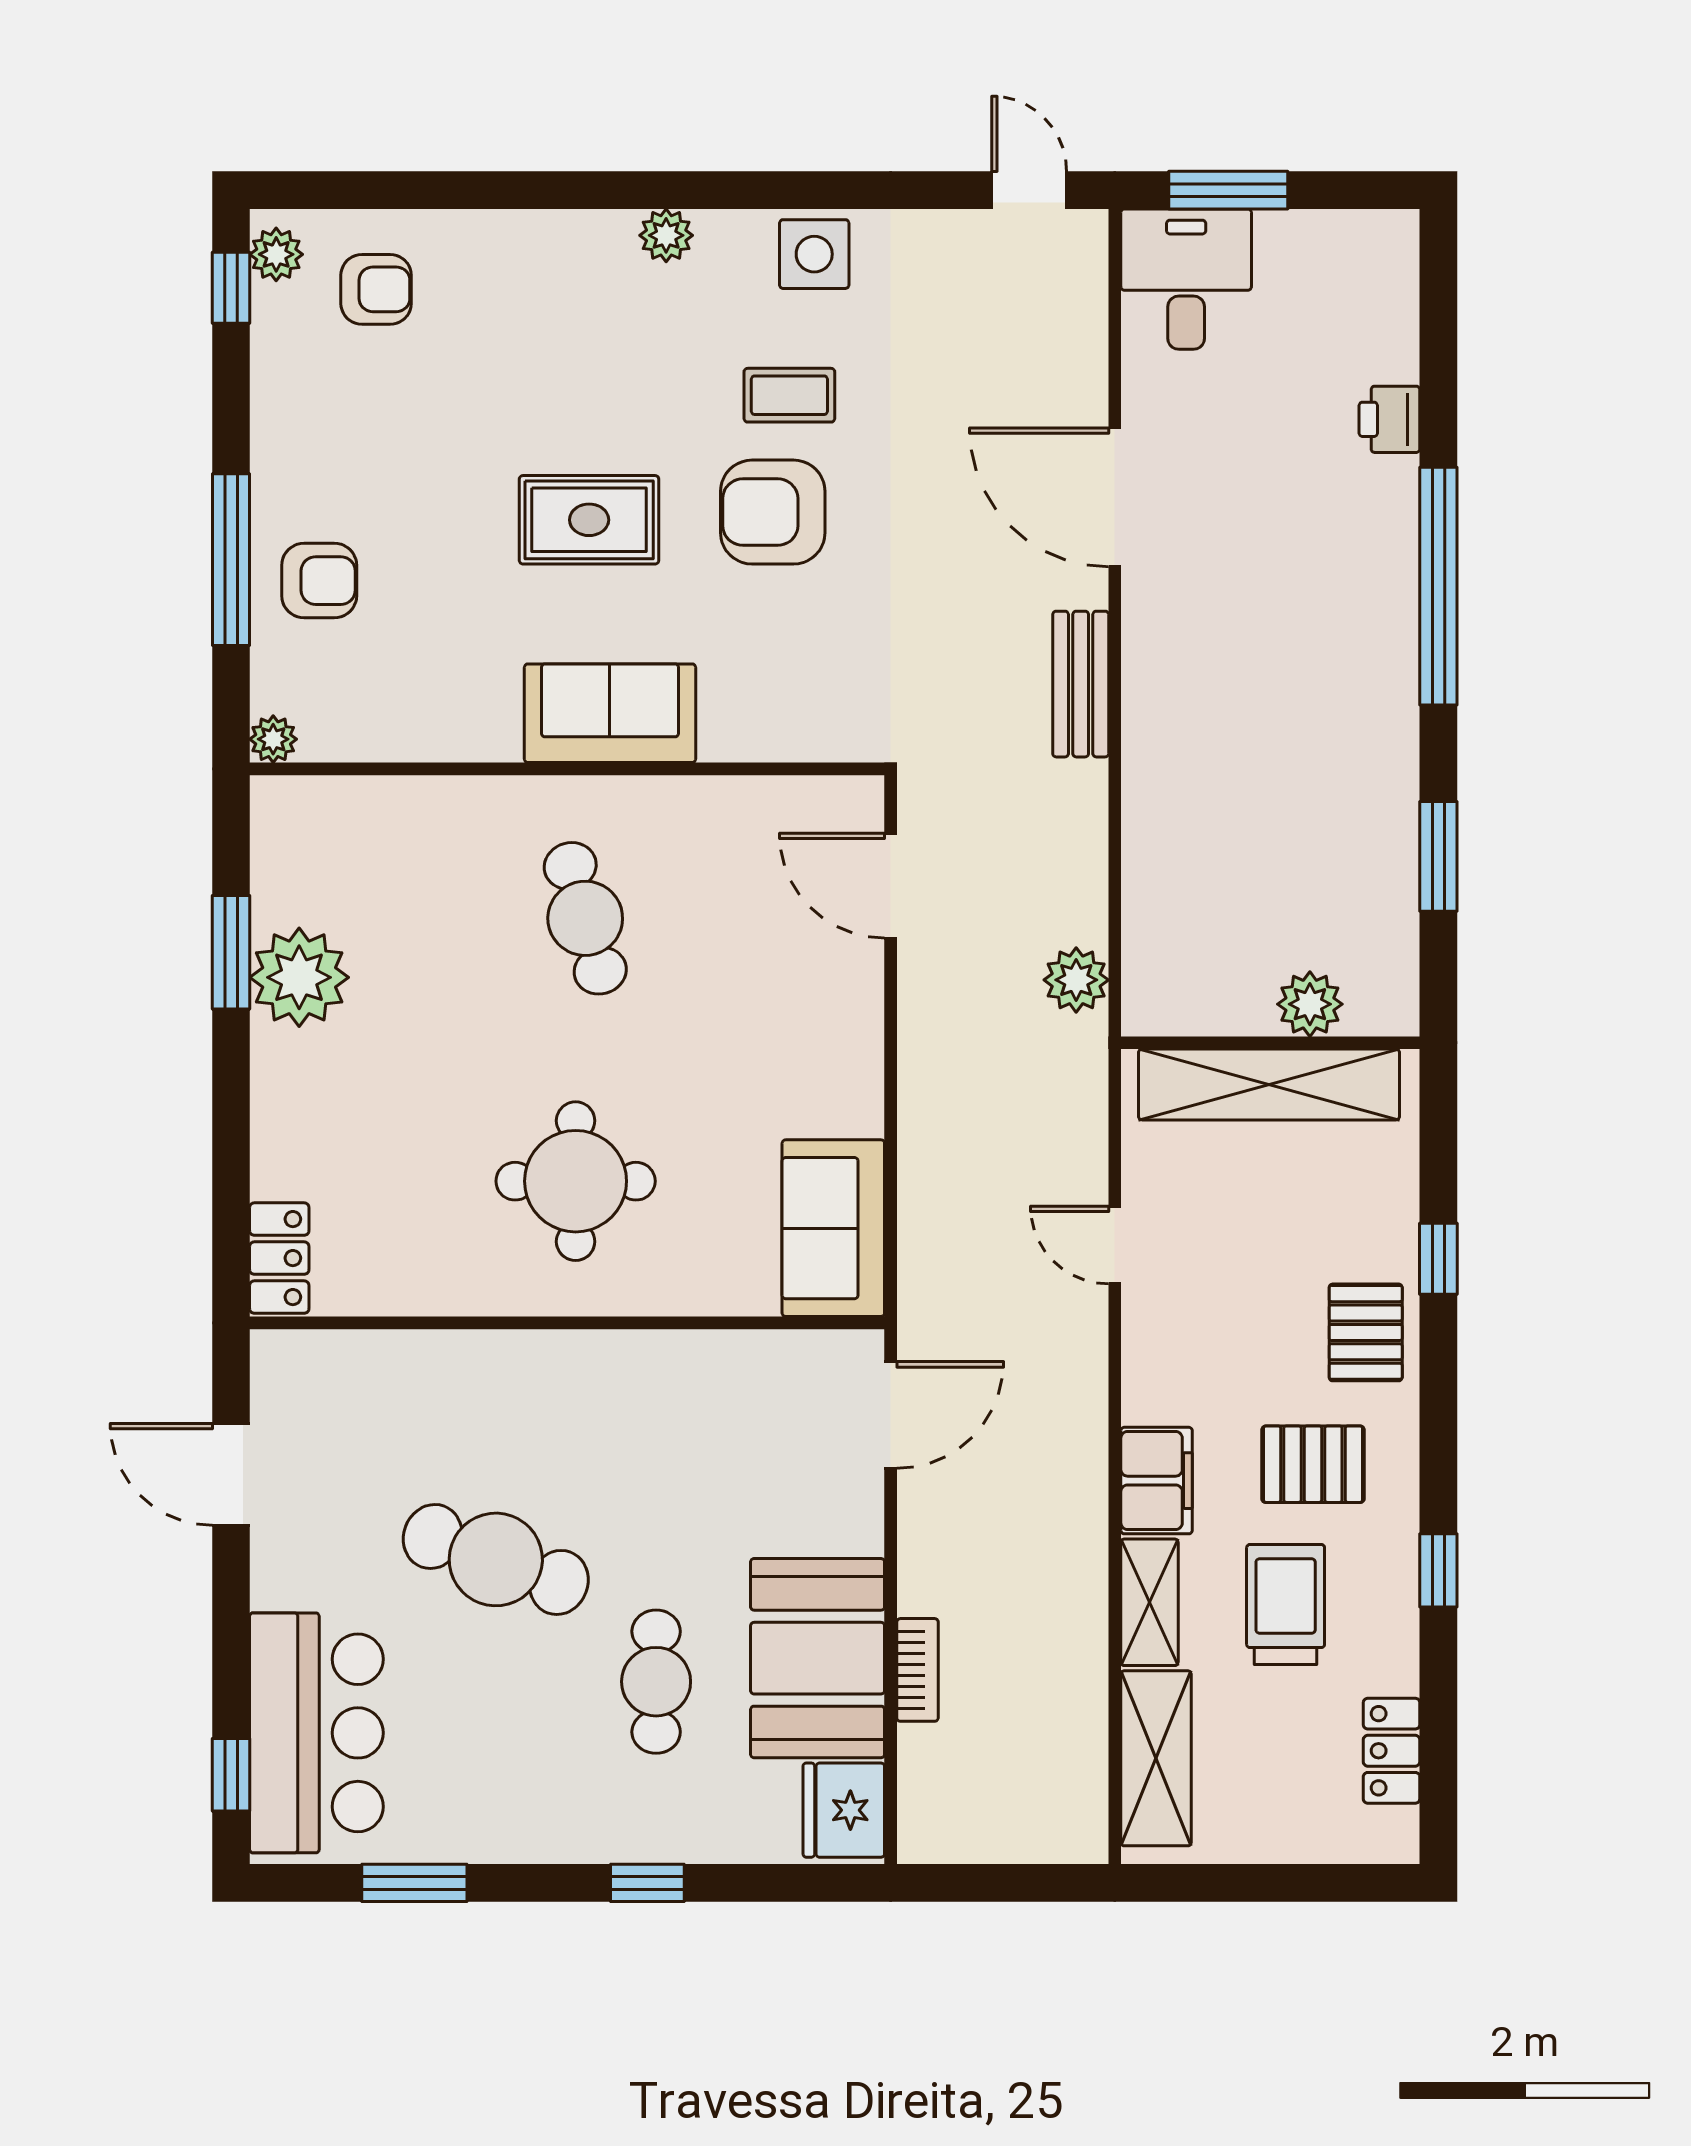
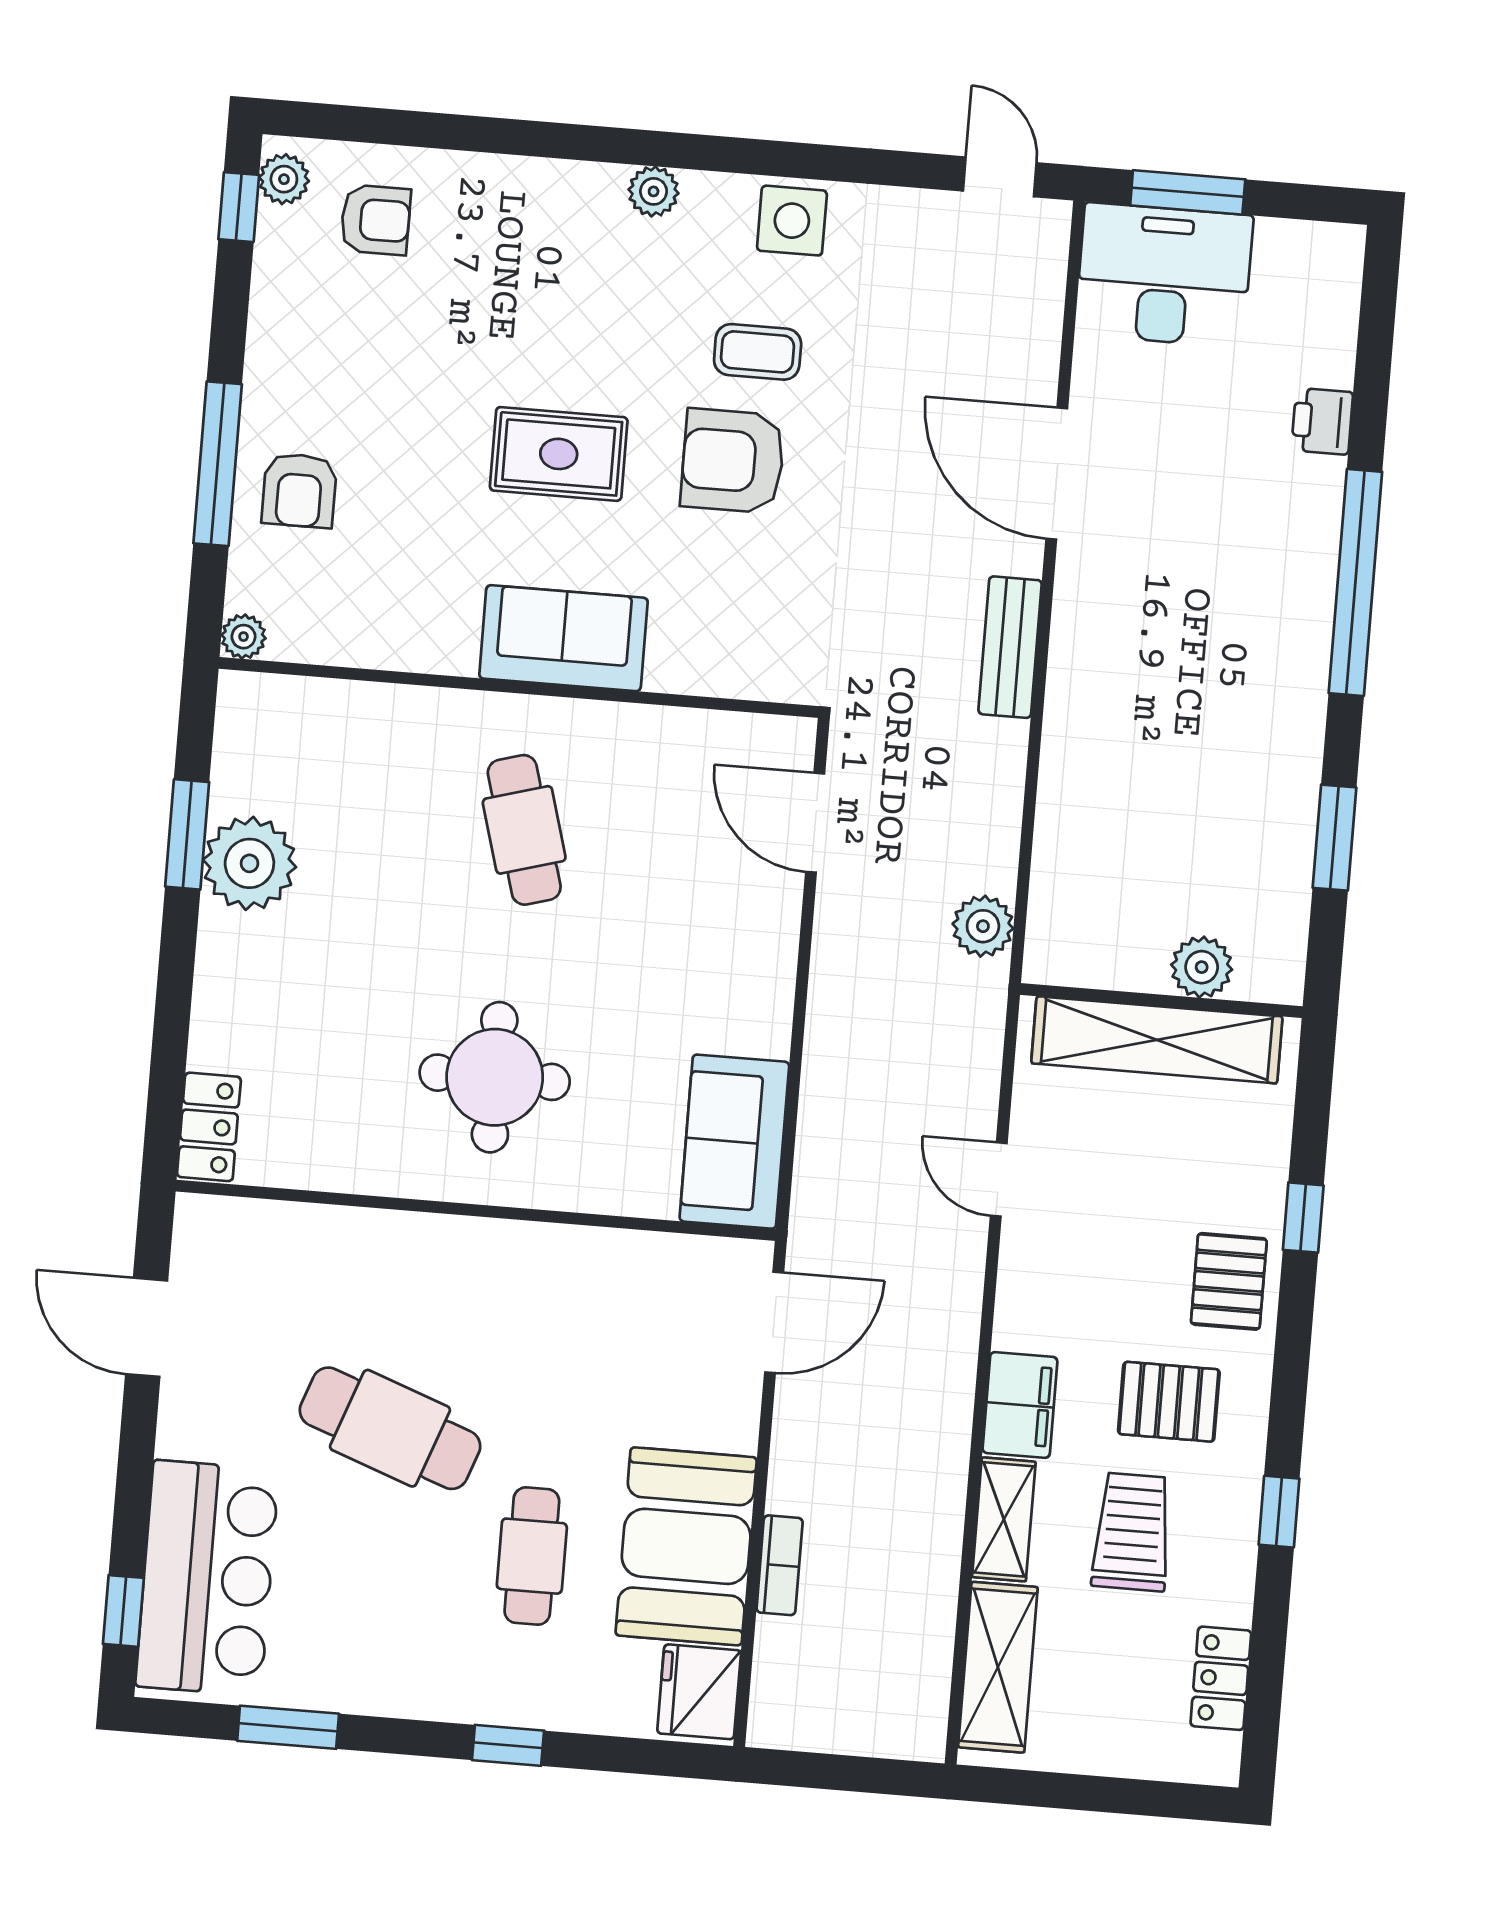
desk: (1186, 279) -> (1164, 275), width x1.37
armchair: (319, 581) -> (299, 490), turned 90

